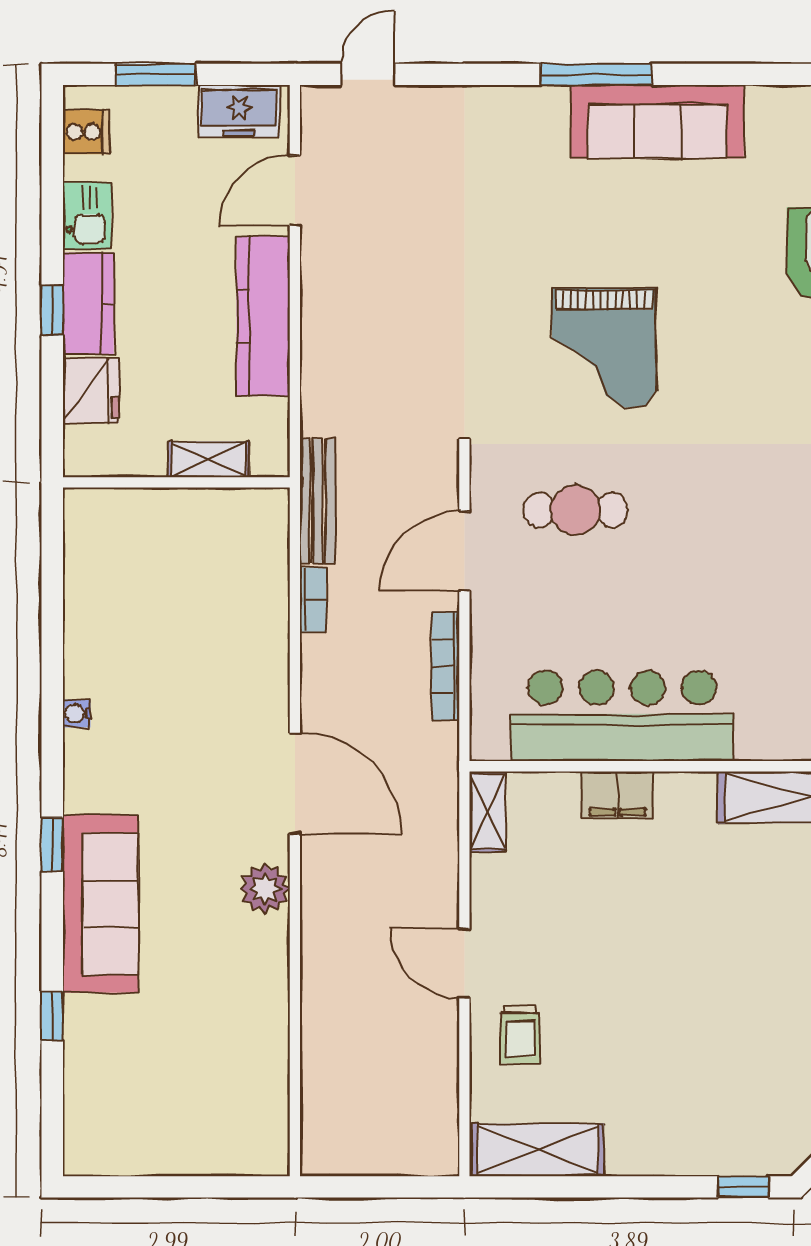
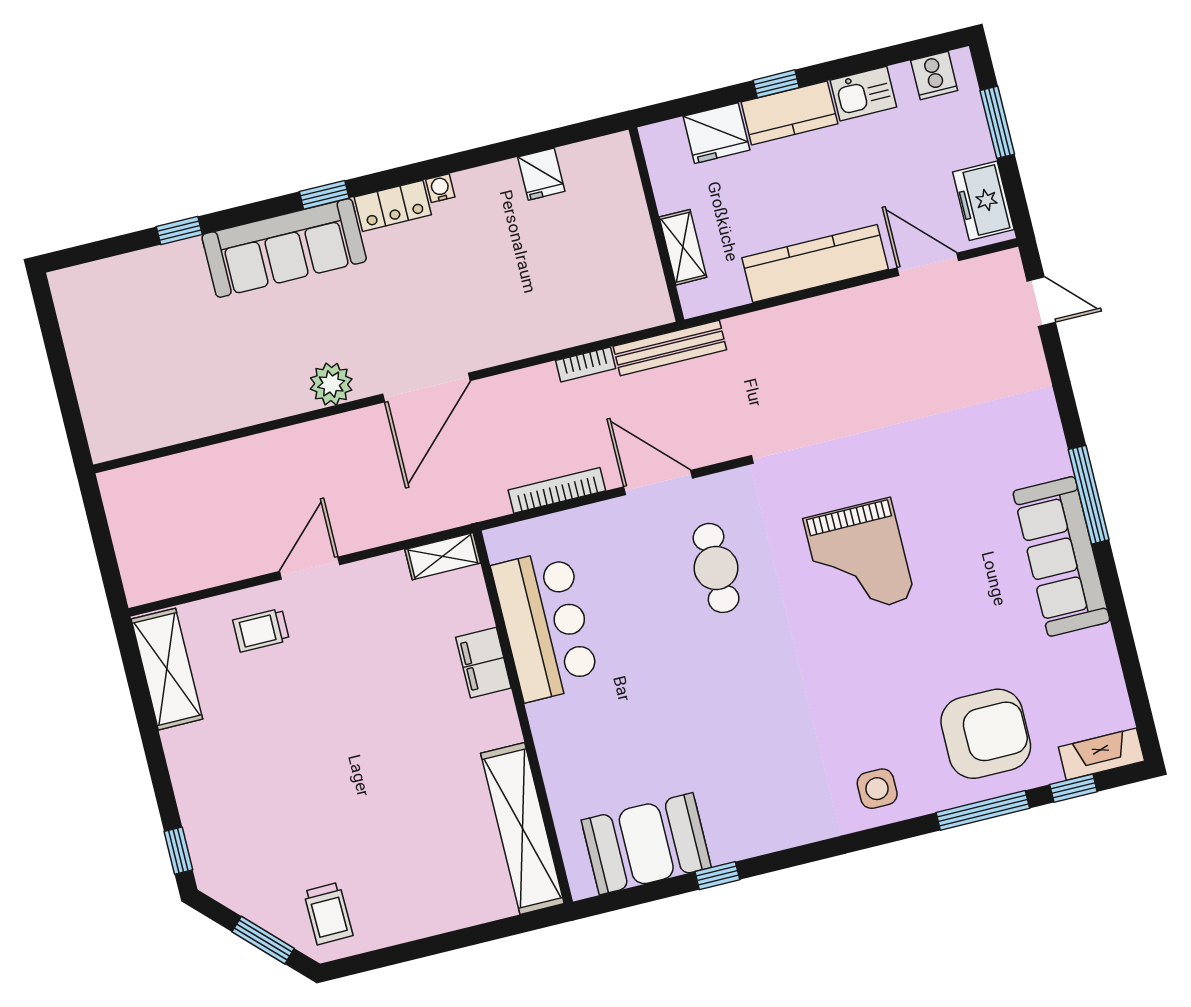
grand piano: (604, 348) -> (859, 558), turned -90
fridge: (89, 597) -> (541, 174), added
bar counter: (622, 716) -> (545, 625), width x0.73
locker: (83, 771) -> (393, 206), added

